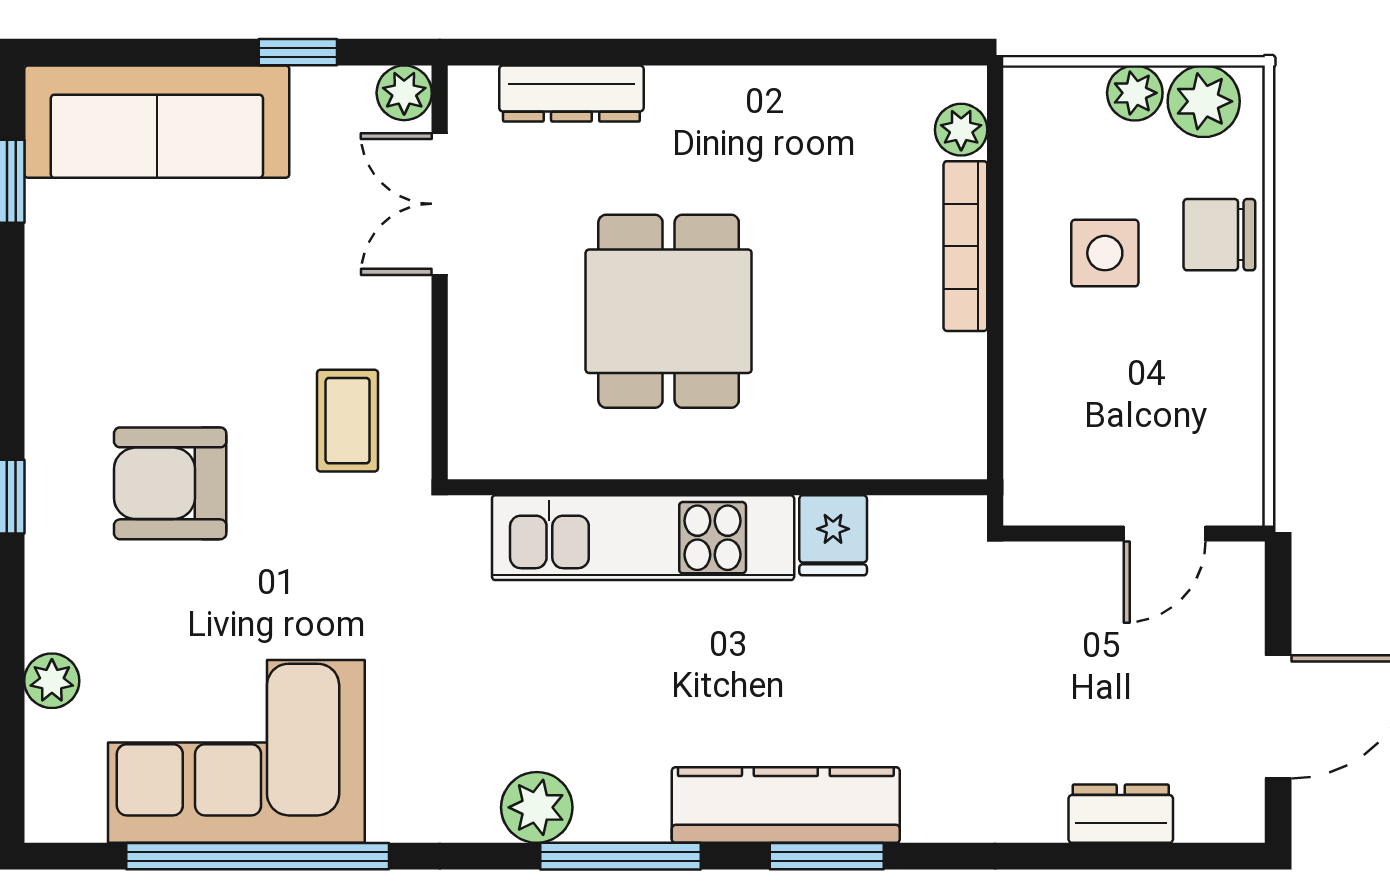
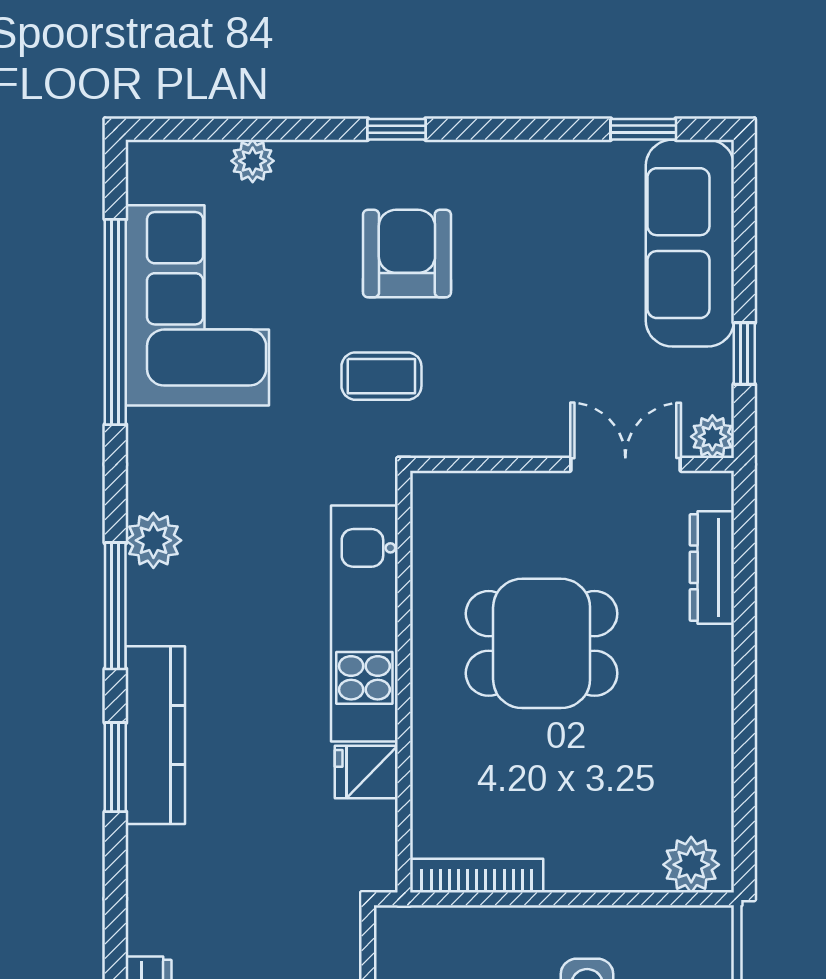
plant: (961, 130) -> (691, 865), width x1.38, depth x1.38
bookcase: (965, 246) -> (477, 876), moved
coffee table: (348, 421) -> (381, 376), moved

